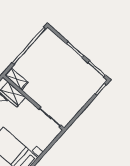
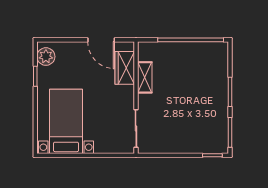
shelving: (16, 79) -> (145, 77), moved

